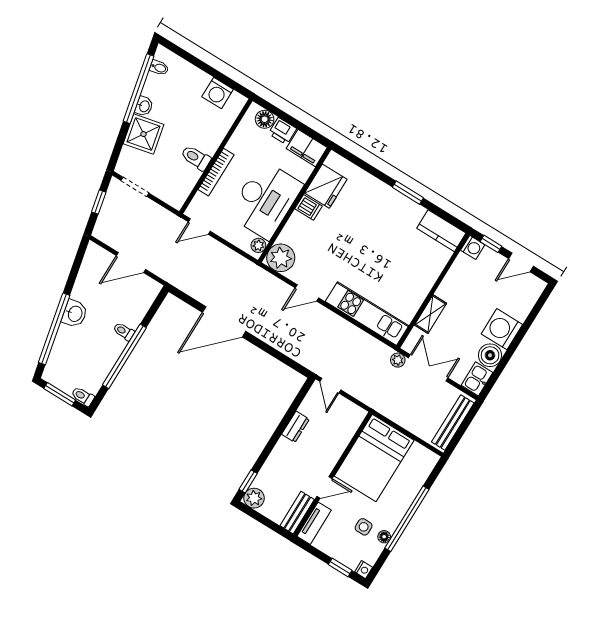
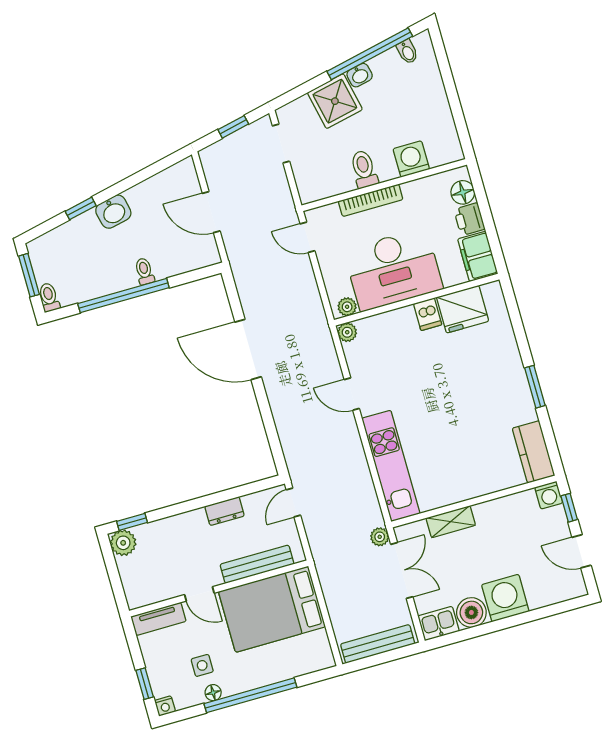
washing machine: (218, 93) -> (411, 159), moved, turned 90
plant: (281, 258) -> (347, 332), width x0.53, depth x0.53
window: (54, 329) -> (81, 208), width x0.32
bench: (297, 513) -> (257, 564), moved, width x1.36

